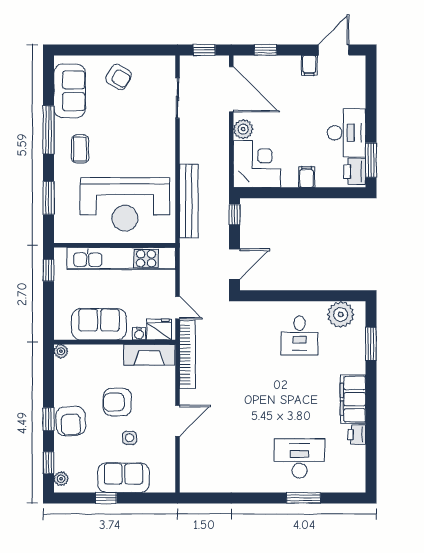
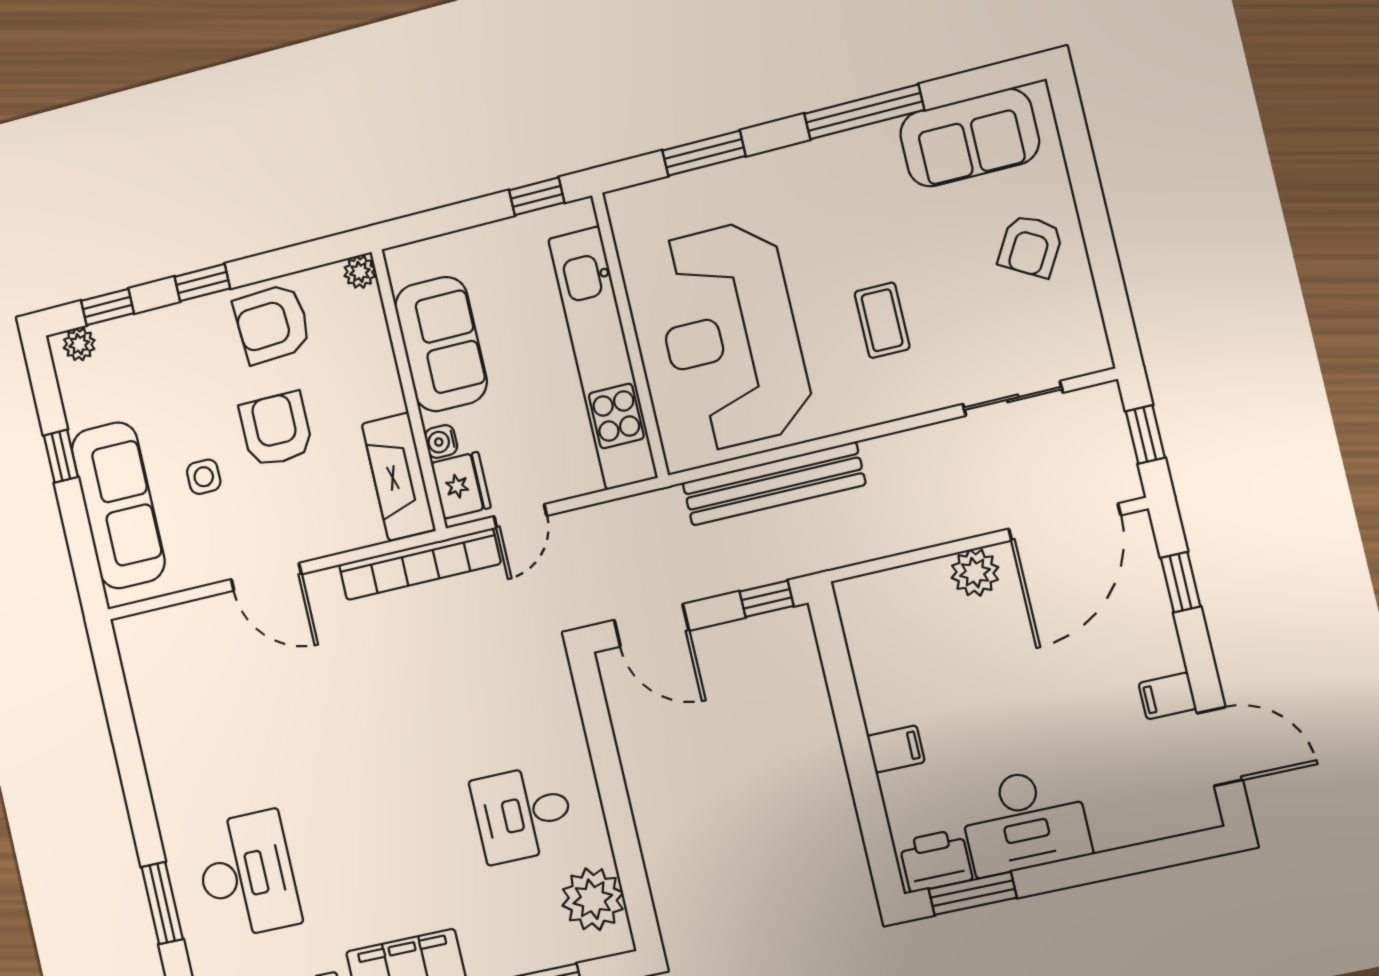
coffee table: (80, 149) -> (882, 320), moved, turned 90
corner desk: (257, 164) -> (899, 624), removed
armchair: (71, 421) -> (272, 324), moved
sofa: (123, 478) -> (118, 505), width x1.36

